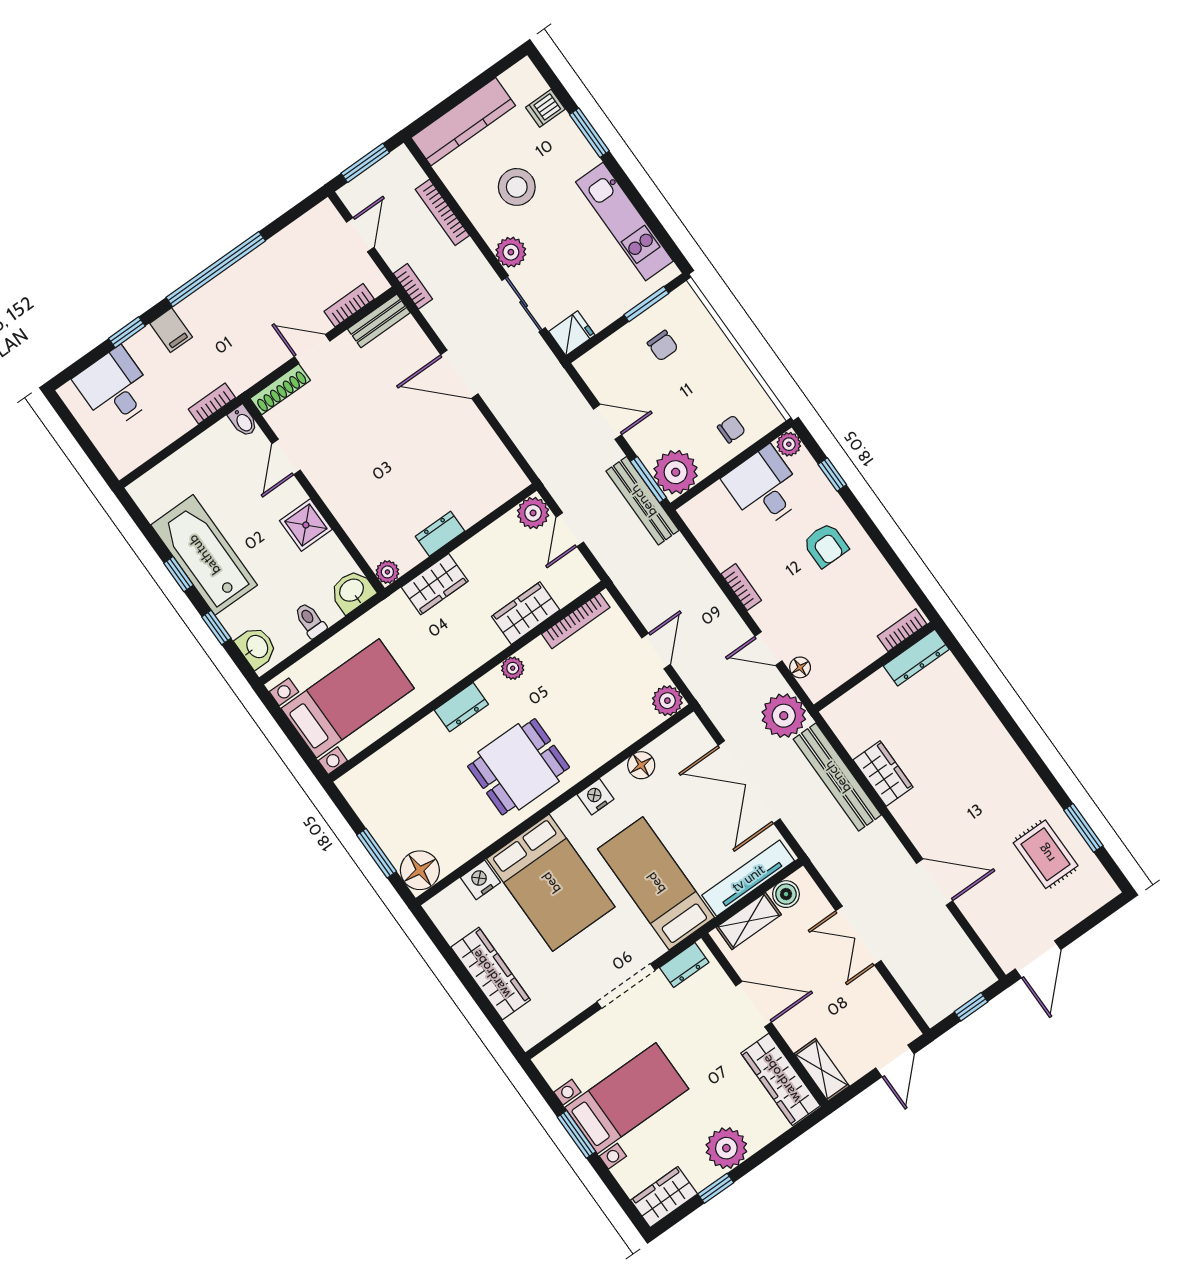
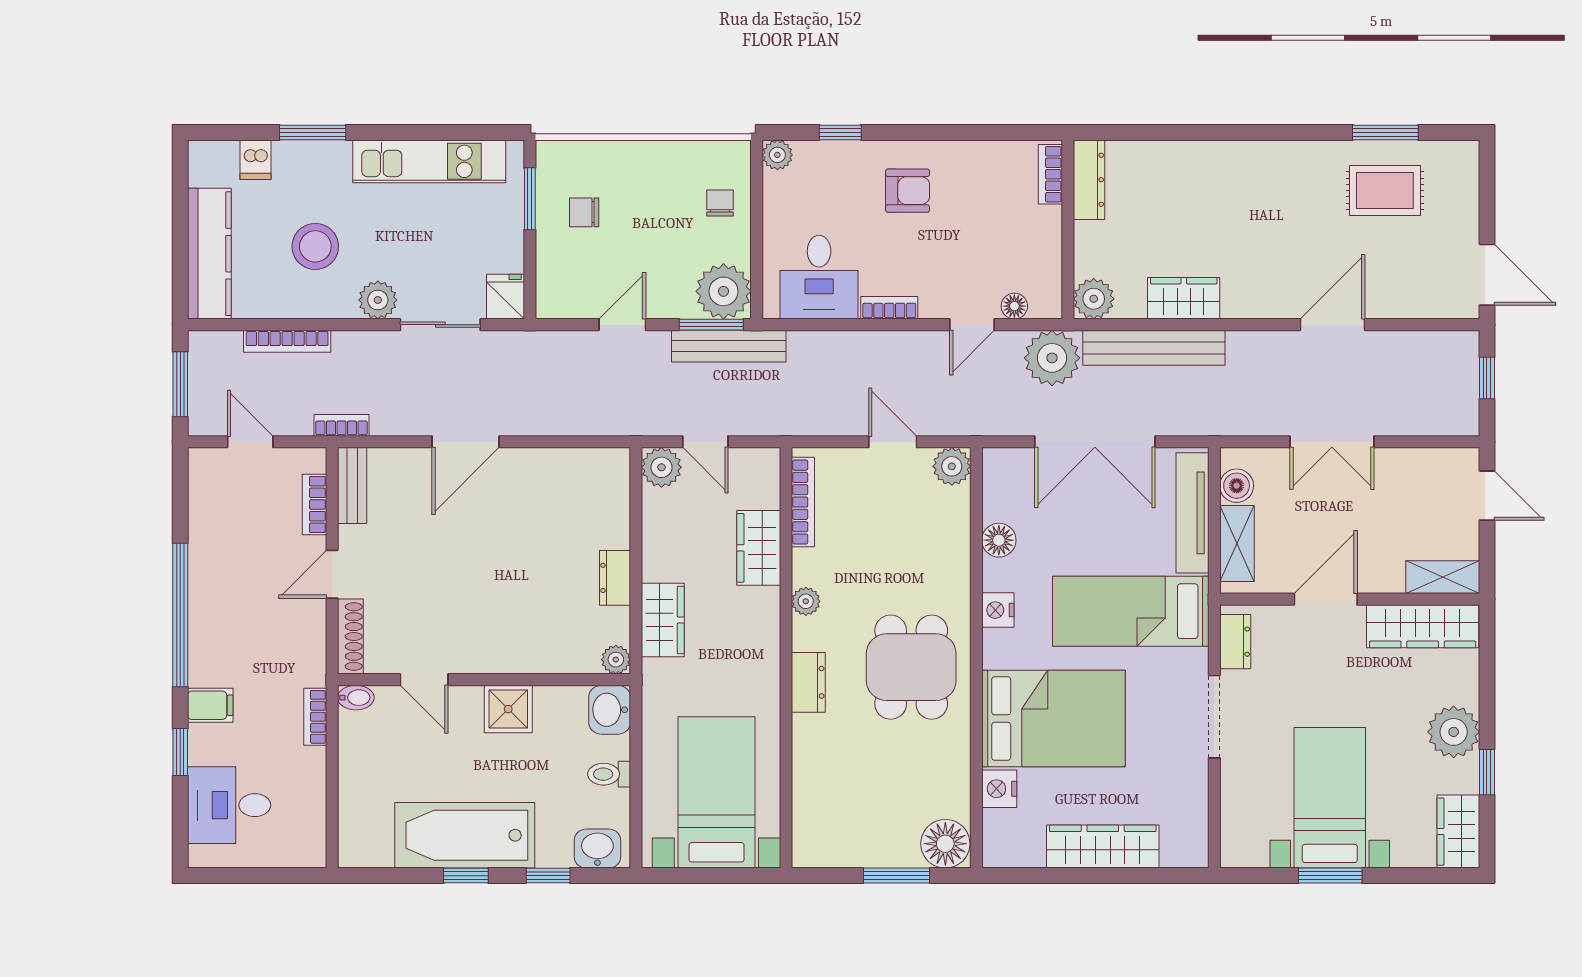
chair: (663, 346) -> (584, 212), turned 180
desk: (764, 488) -> (819, 277), moved, turned -90
plant: (841, 715) -> (1094, 299), added

